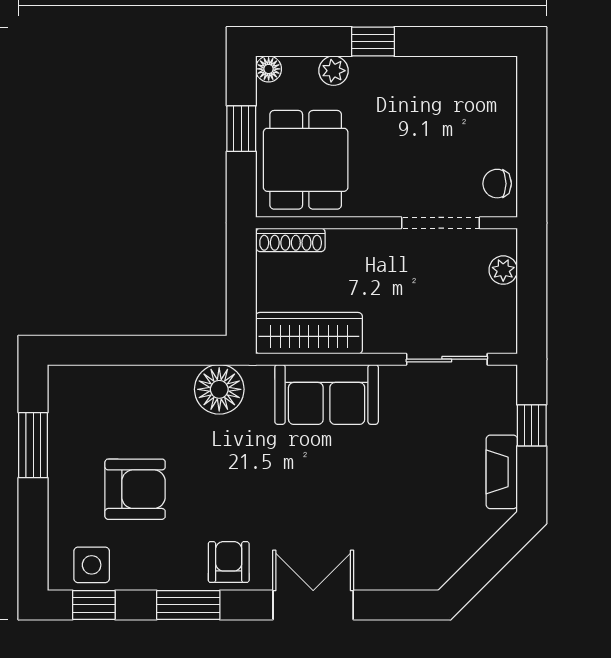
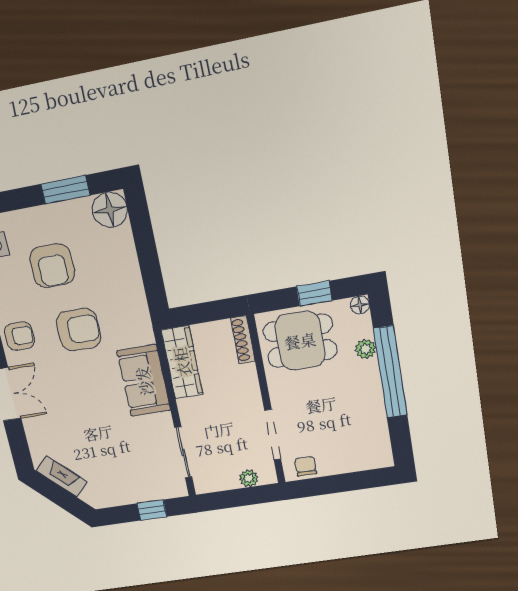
window: (373, 42) -> (390, 372), width x3.17
floor lamp: (219, 389) -> (110, 210), moved
fireplace: (502, 472) -> (61, 476), moved, turned 45
armchair: (234, 473) -> (79, 330), added

